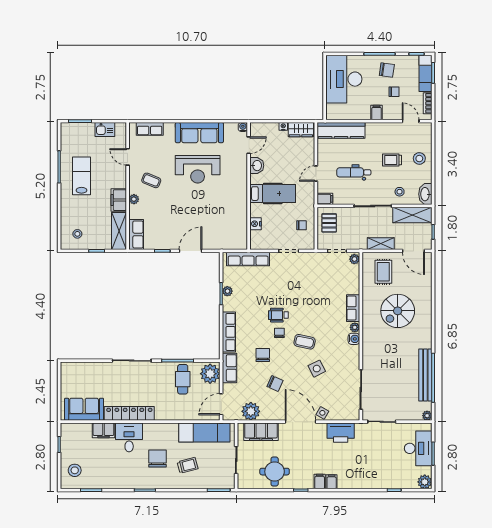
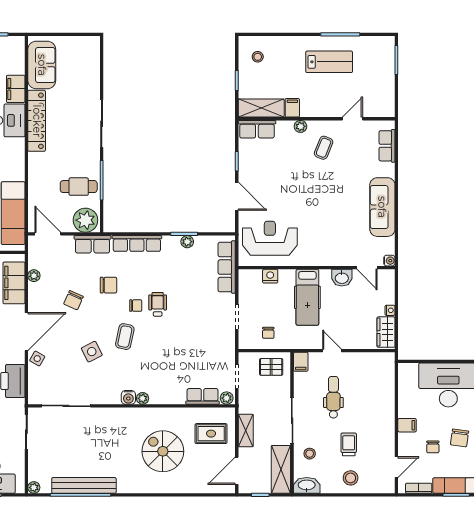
kitchen sink: (105, 129) -> (386, 91), removed
kitchen counter: (341, 130) -> (385, 382), removed
reception desk: (198, 169) -> (270, 238), moved, turned 90
filing cabinet: (119, 200) -> (292, 108), width x0.50
row of seats: (353, 308) -> (203, 396), moved
plant: (251, 411) -> (34, 276), width x0.53, depth x0.53

